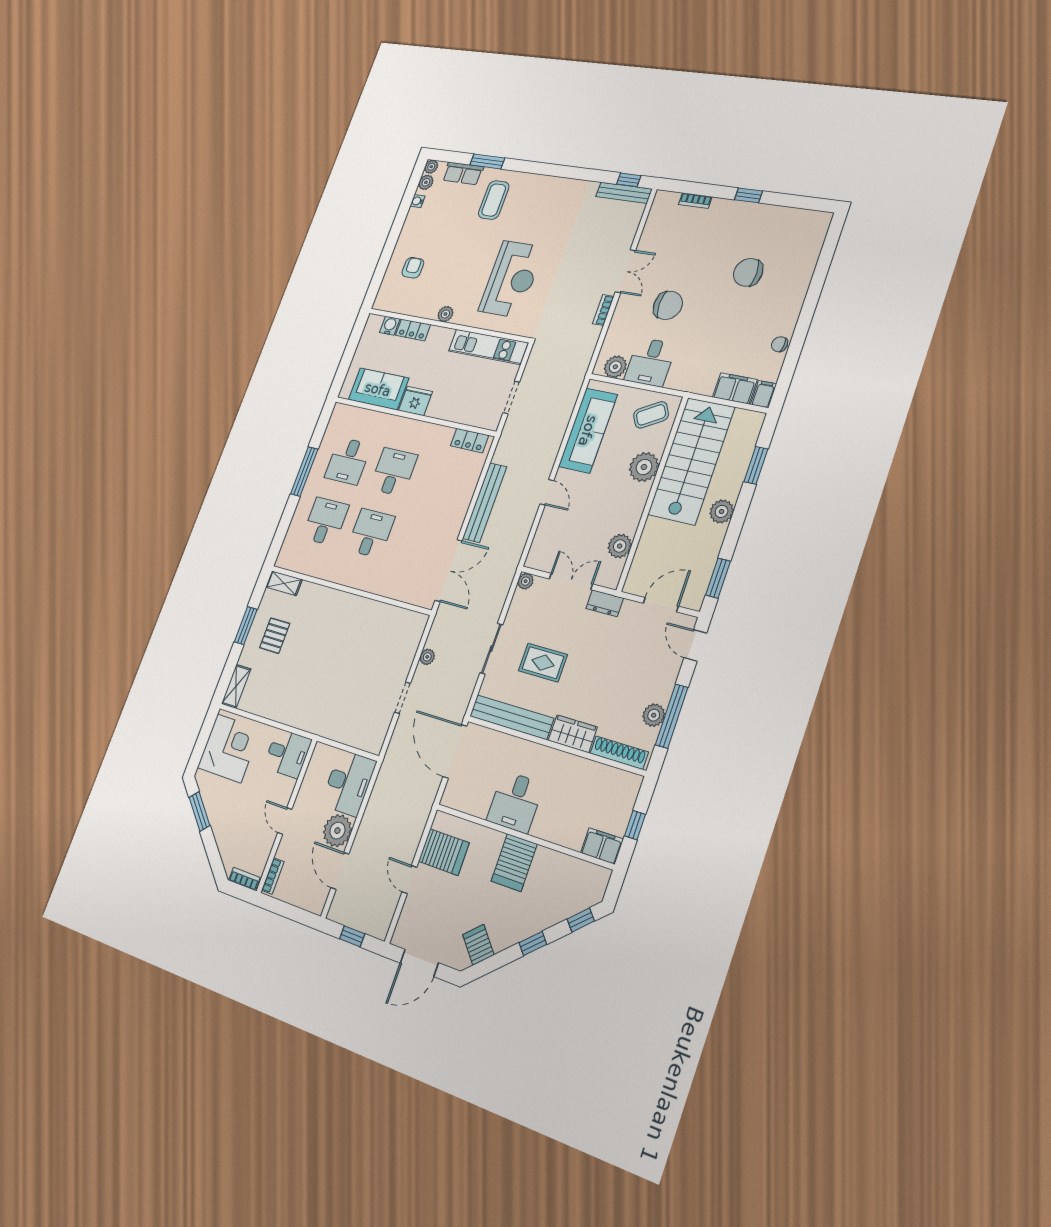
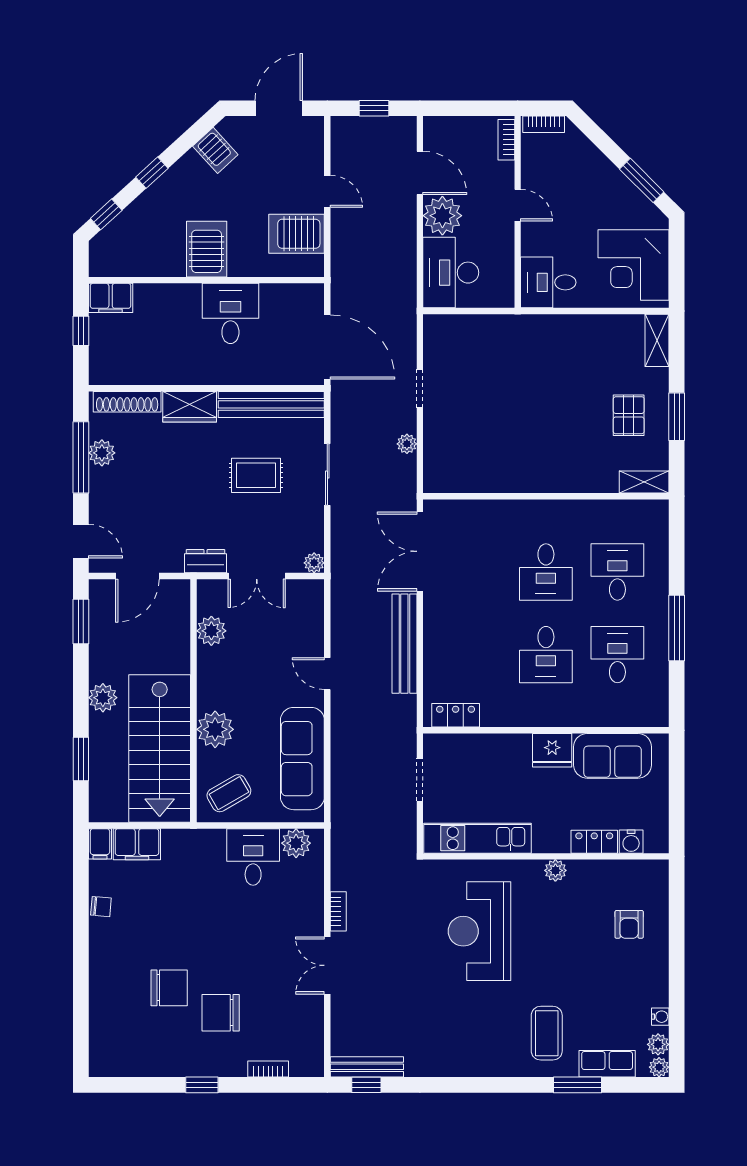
chair: (668, 305) -> (221, 1013), moved
desk: (325, 521) -> (617, 572), turned 180

